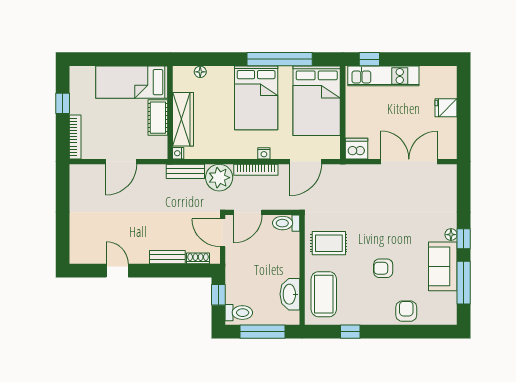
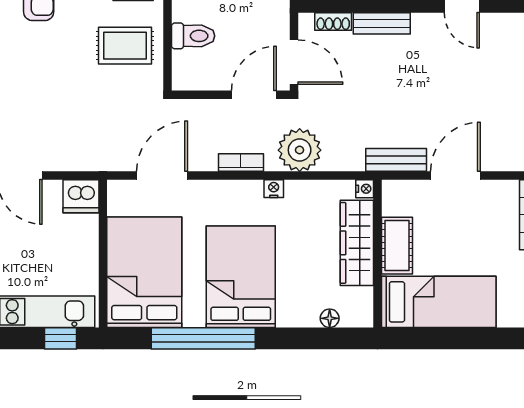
nightstand: (264, 153) -> (274, 189), moved
bookcase: (256, 170) -> (241, 162), width x0.64
bench: (185, 171) -> (396, 160), moved
toilet: (286, 223) -> (193, 36), moved

